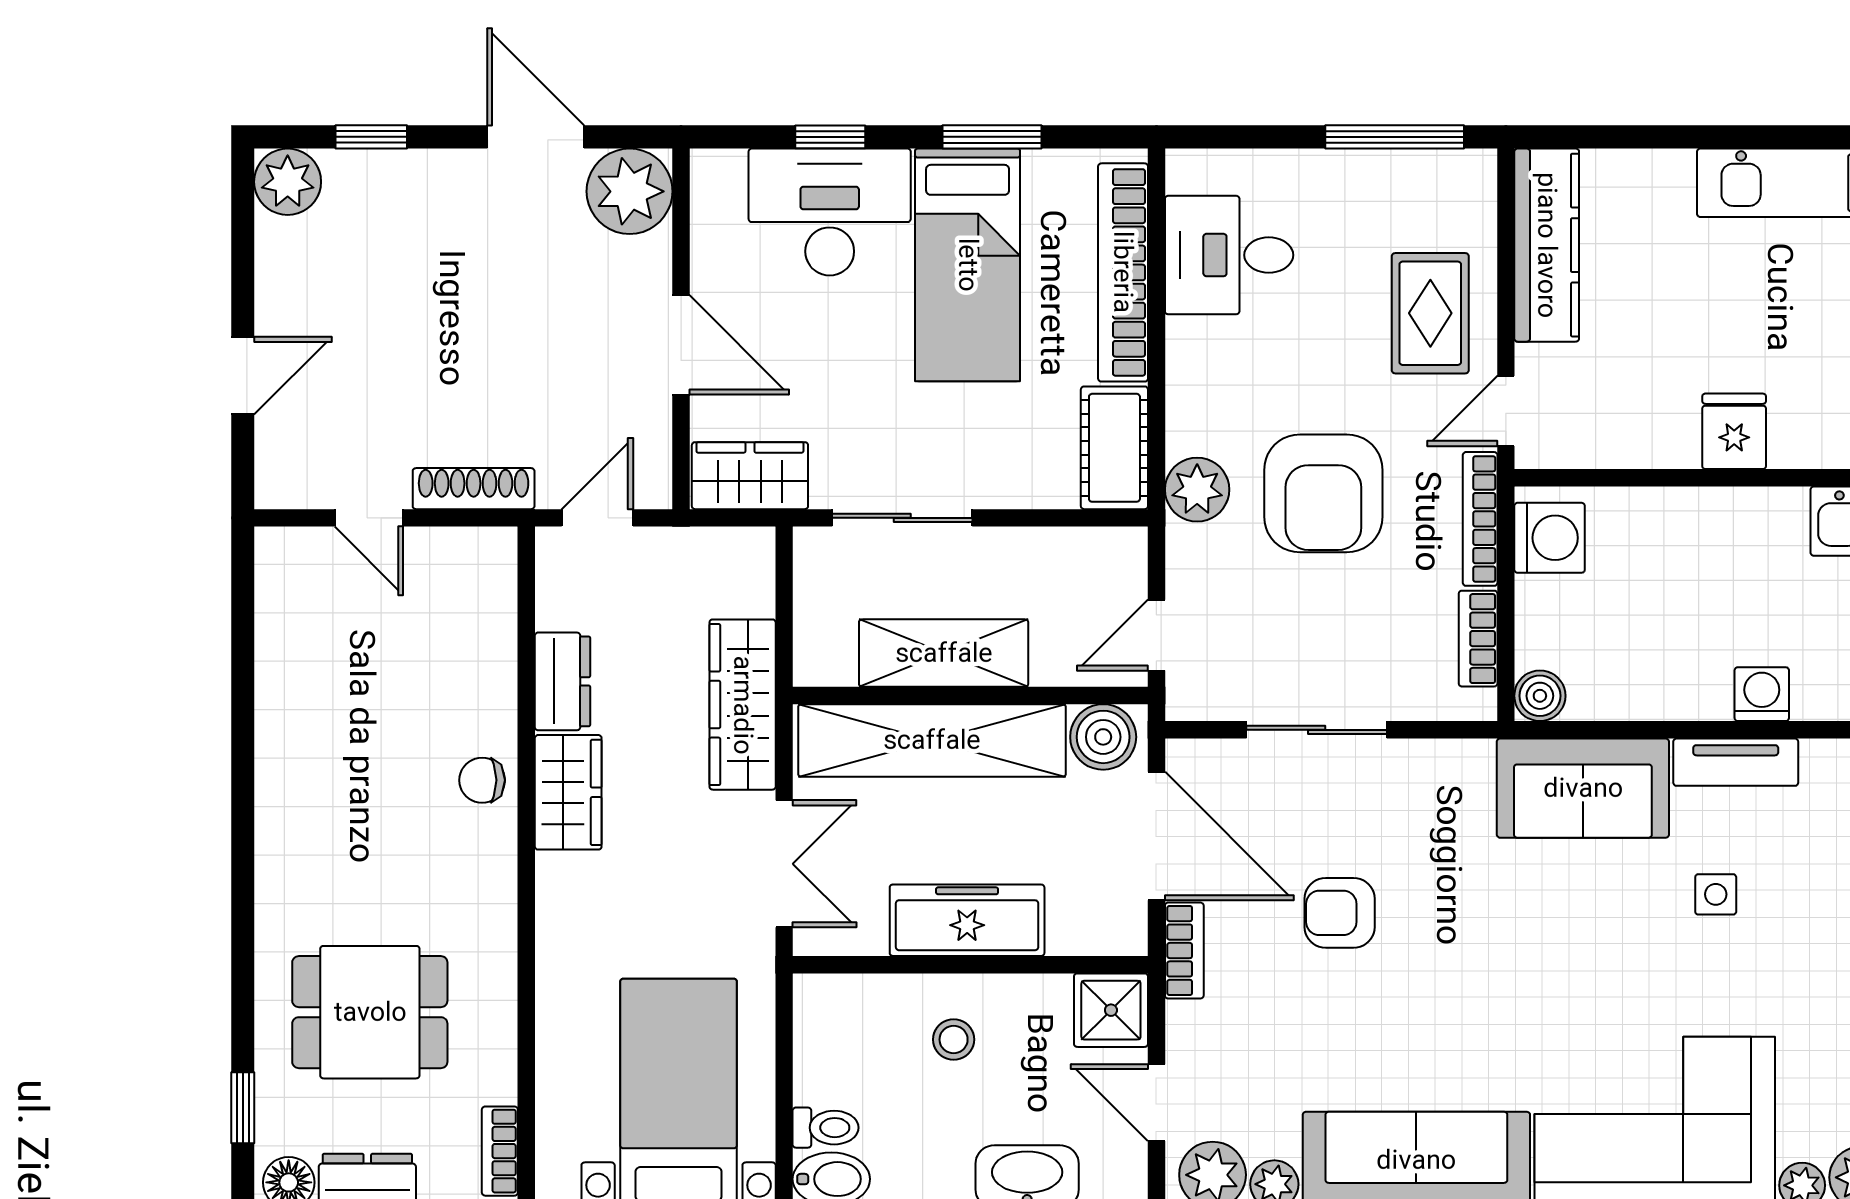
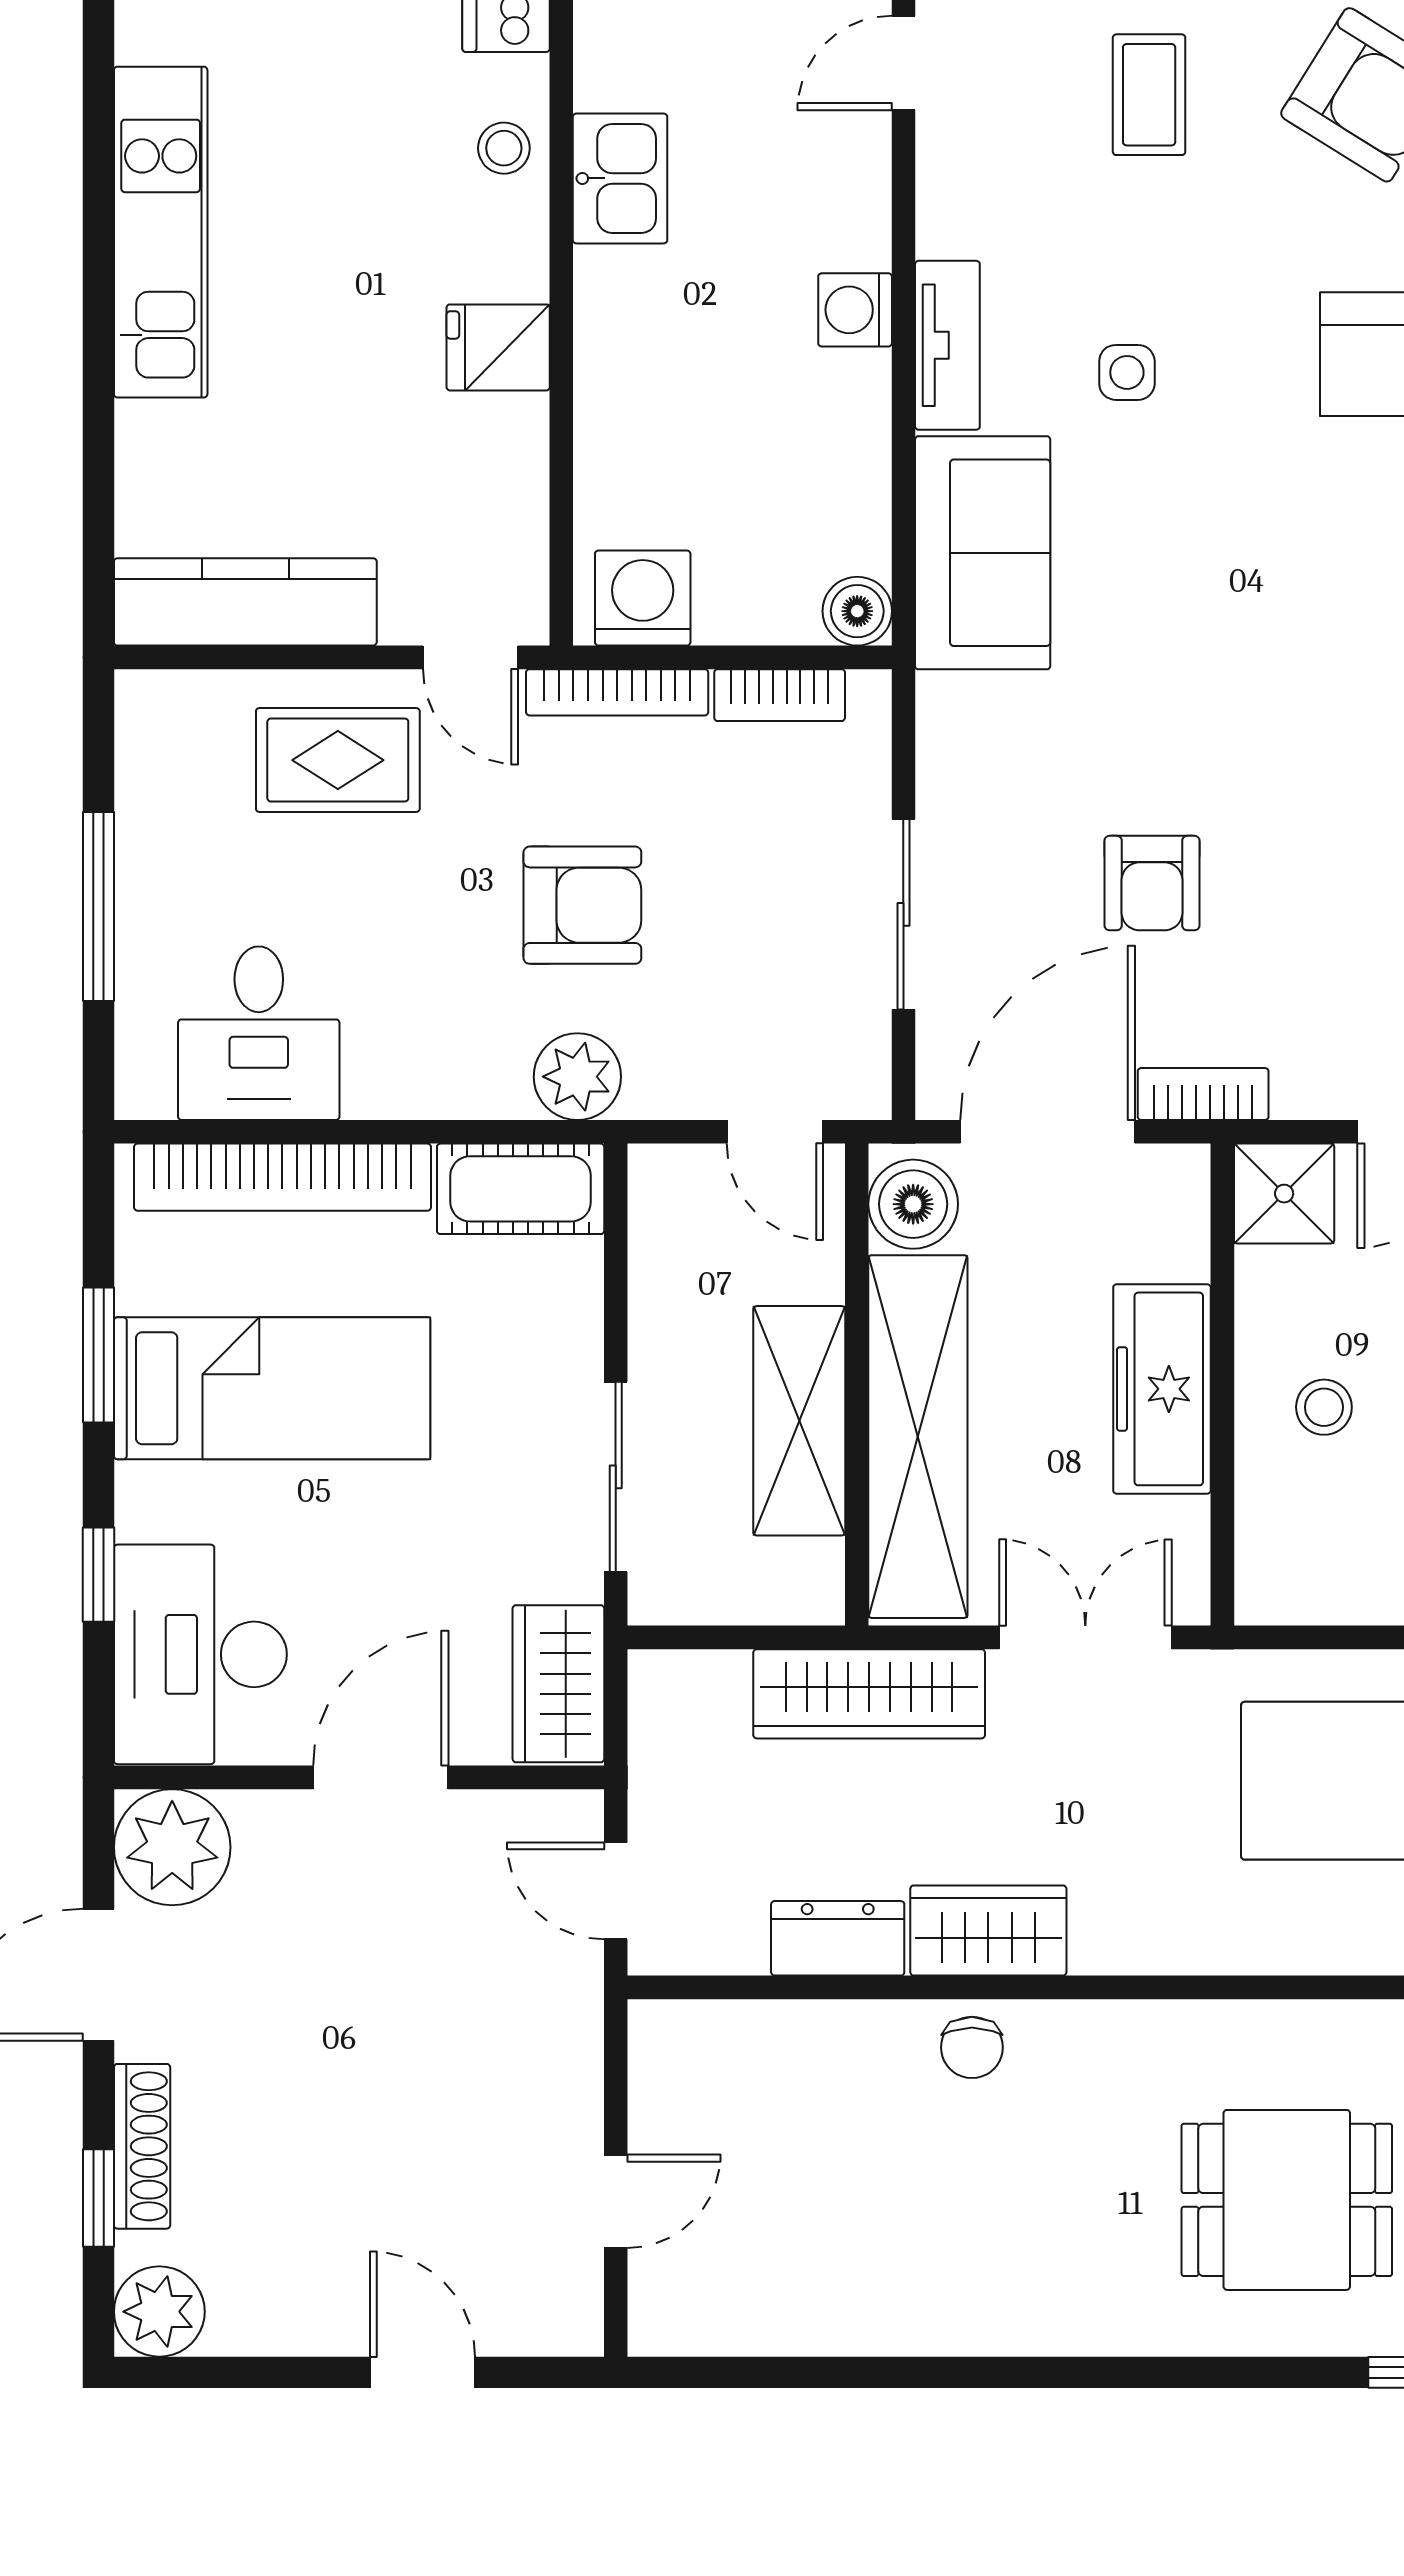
window: (1395, 137) -> (98, 906), moved
desk: (830, 212) -> (200, 1654), moved
shoe rack: (474, 489) -> (142, 2146), moved, turned 180
armchair: (1323, 493) -> (582, 905), width x0.73, depth x0.73
dining table: (370, 1012) -> (1287, 2200), turned 90

